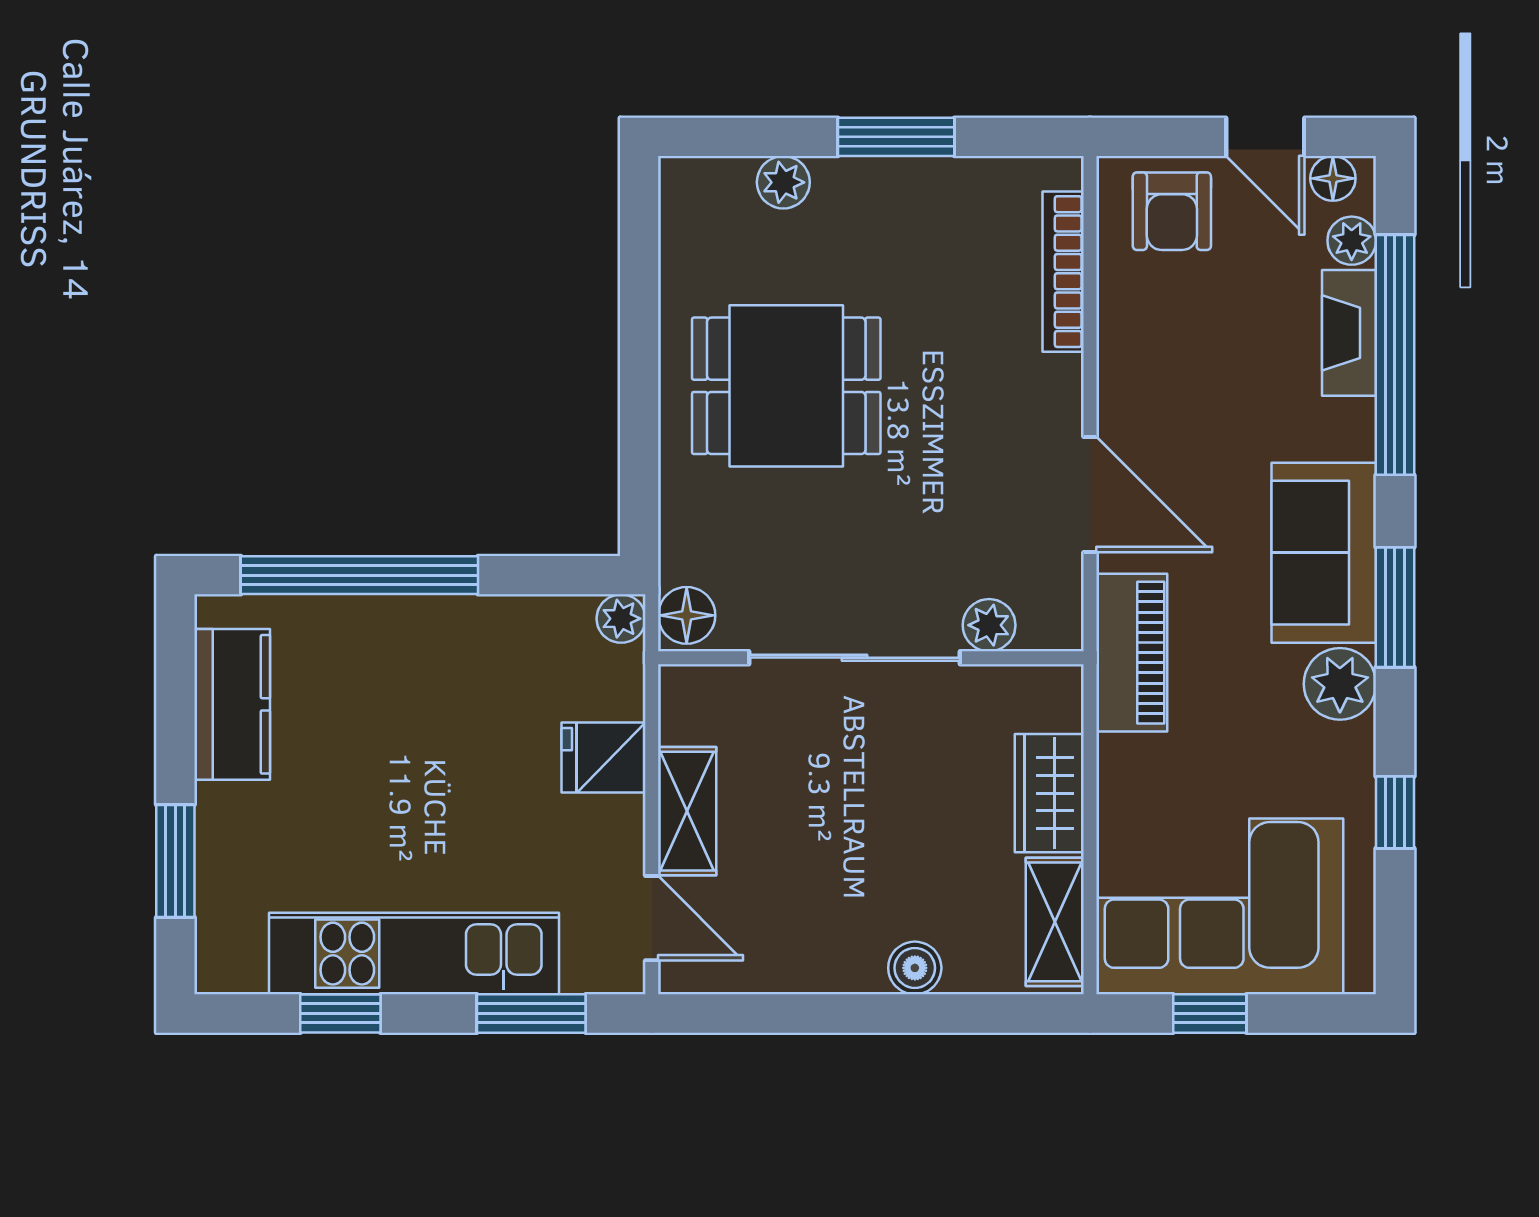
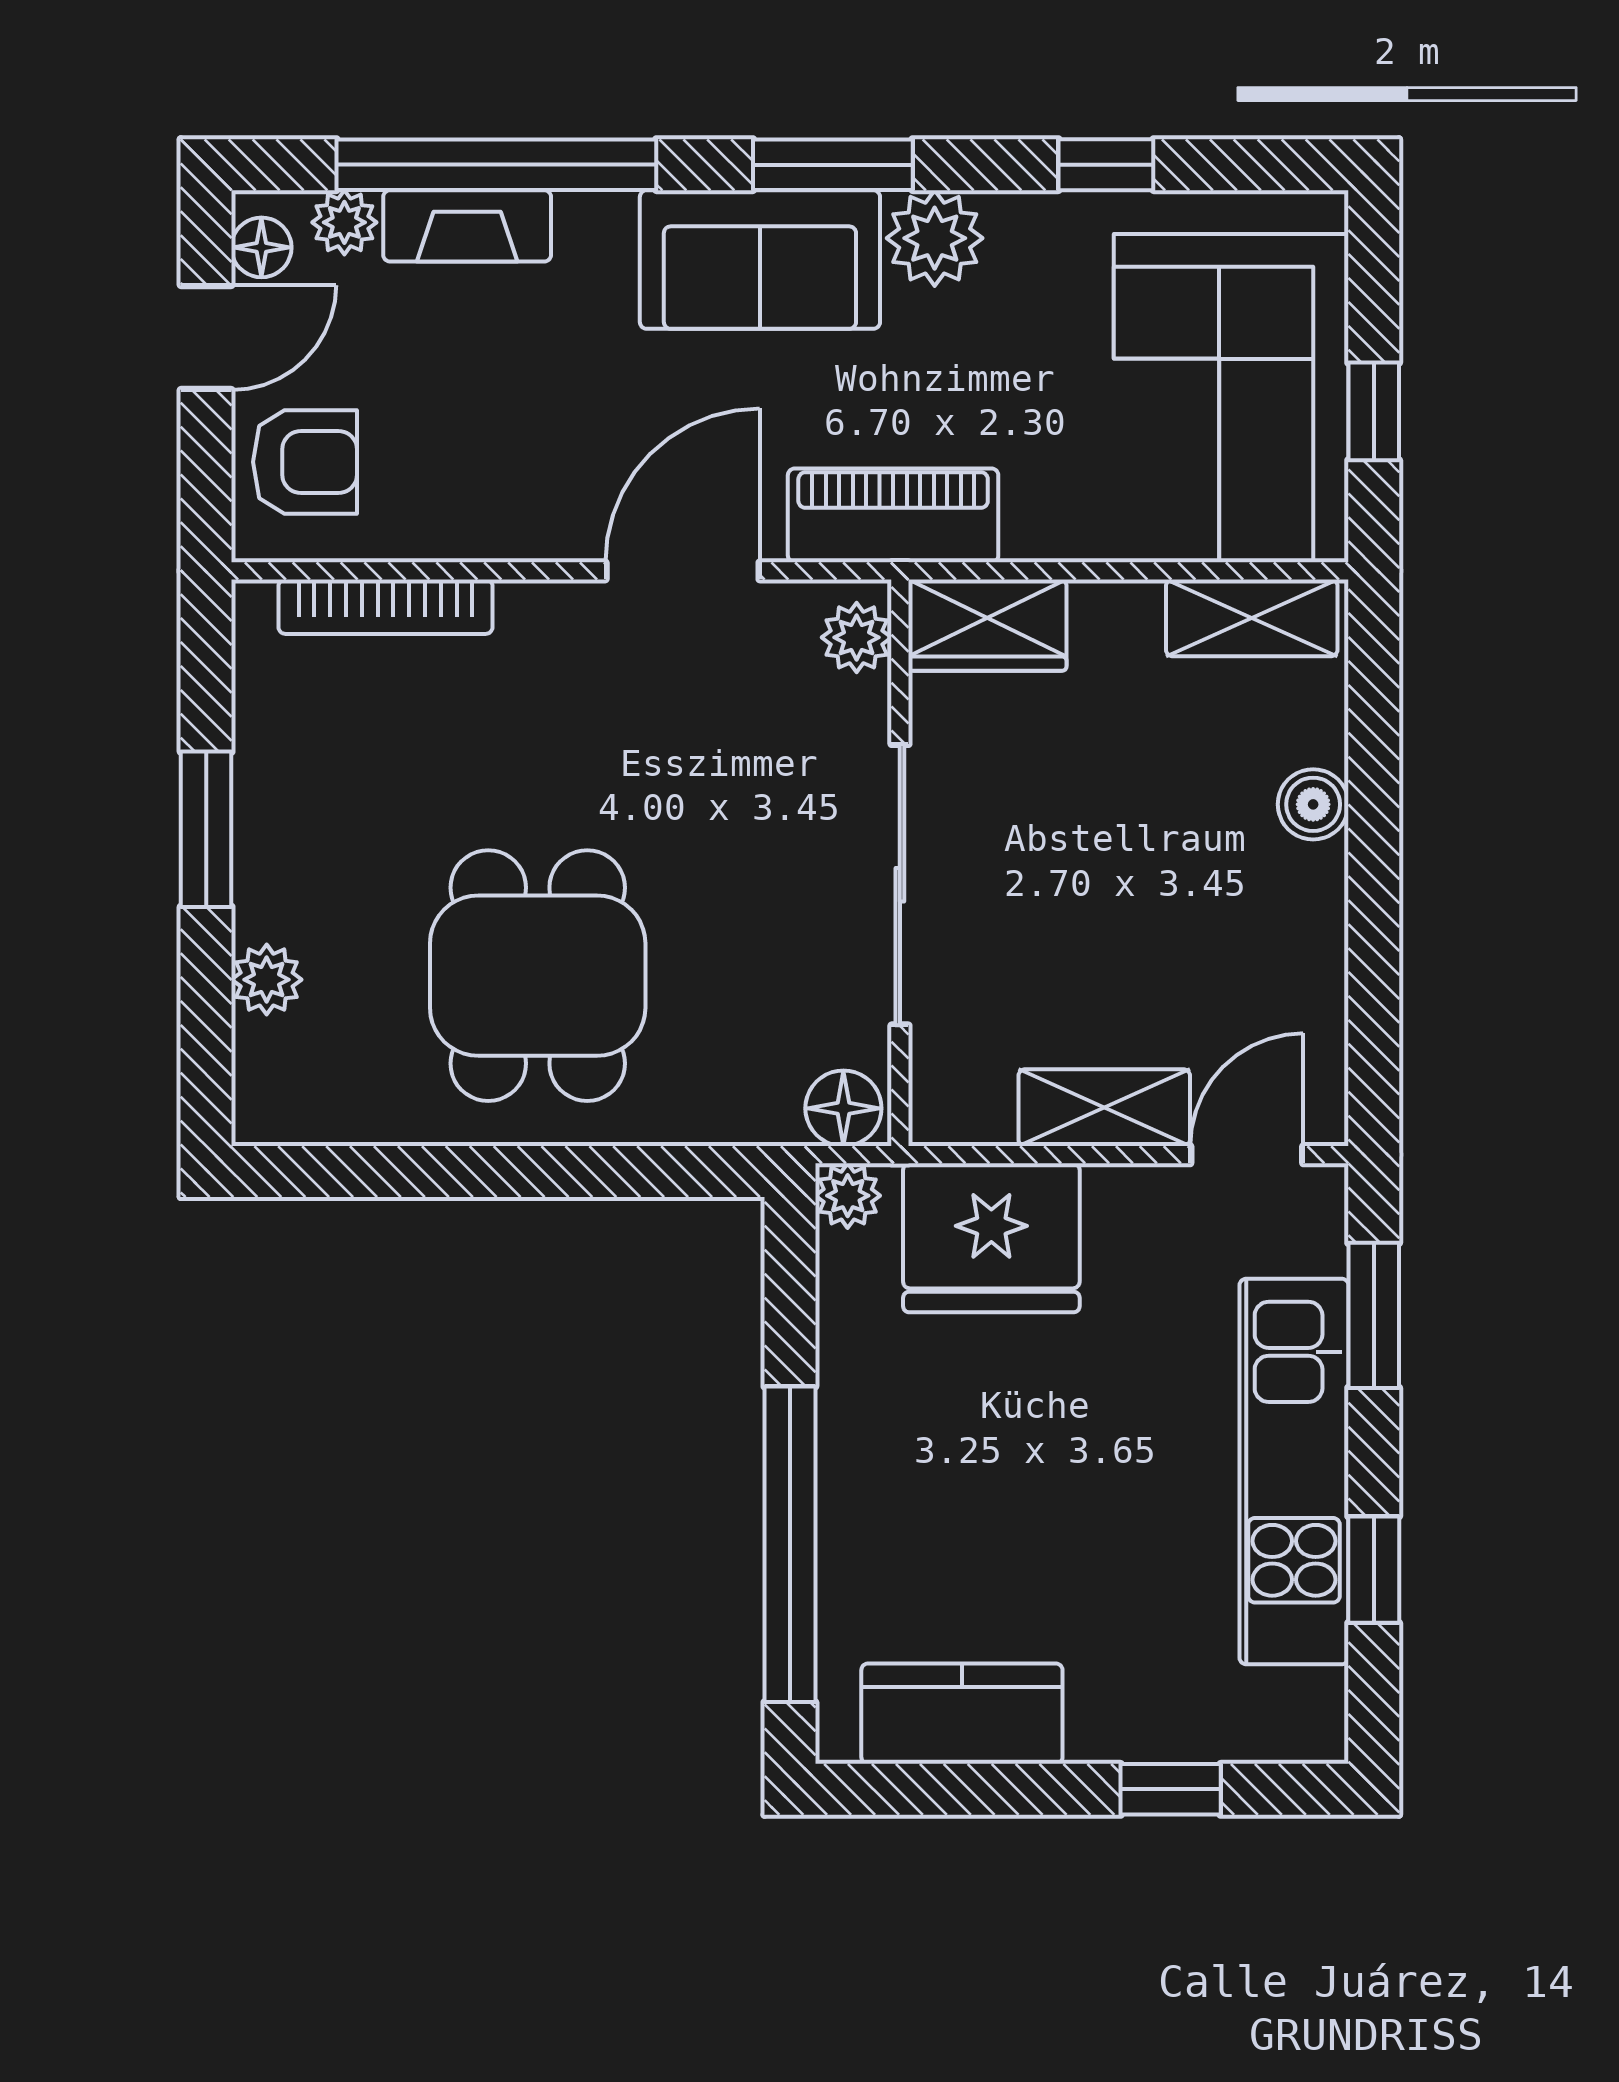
plant: (989, 625) -> (857, 637), moved
fridge: (604, 757) -> (991, 1238), width x1.88, depth x1.34
wardrobe: (1049, 793) -> (987, 625), moved
window: (175, 861) -> (1171, 1789), width x0.67

